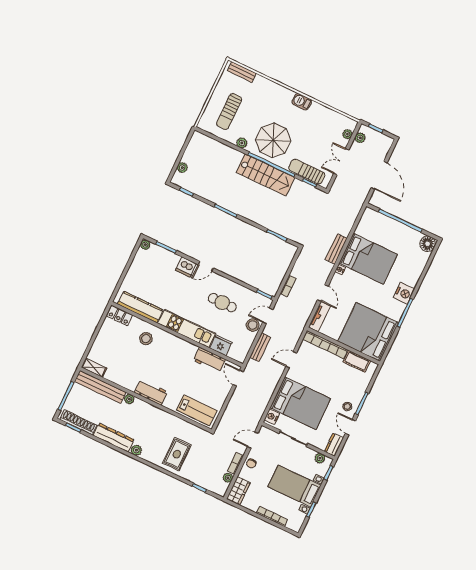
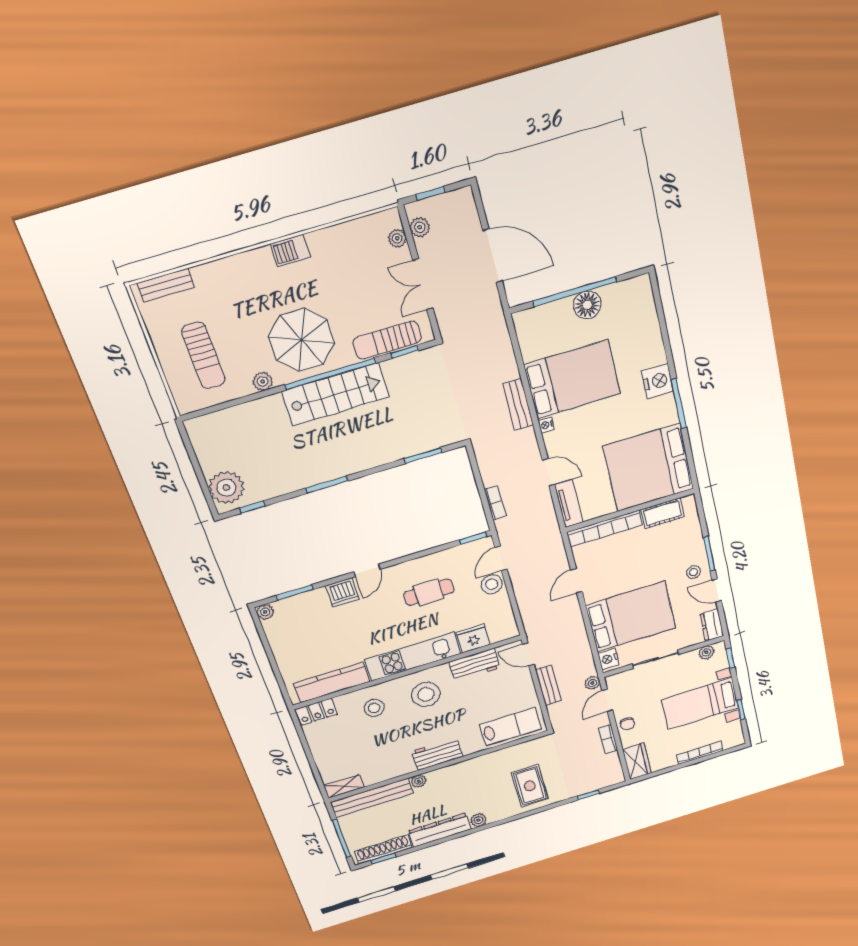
plant: (182, 168) -> (226, 488), width x1.87, depth x1.87
floor lamp: (428, 244) -> (587, 305), moved
bench: (260, 347) -> (548, 685), moved
stool: (175, 354) -> (426, 694), added
plant: (228, 478) -> (592, 683), moved

